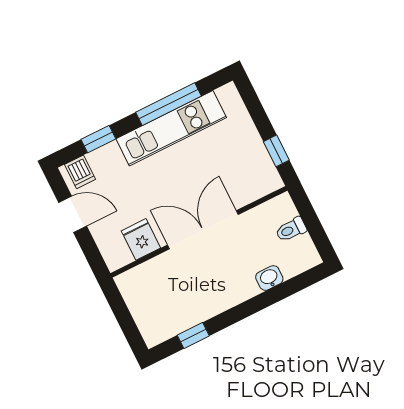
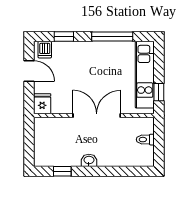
kitchen unit: (171, 128) -> (145, 75), moved, turned 90
fridge: (141, 239) -> (42, 104), moved
washbasin: (269, 278) -> (89, 160), moved

